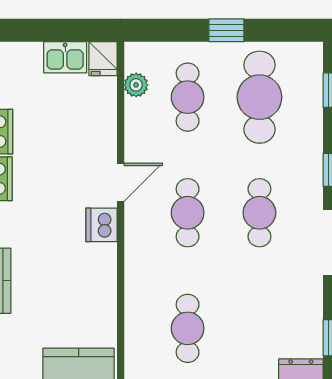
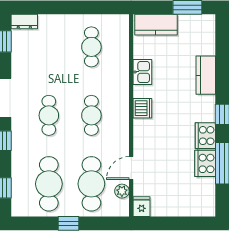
kitchen sink: (65, 57) -> (142, 72), moved, turned 90
cafe table: (188, 97) -> (91, 184), width x1.37, depth x1.35
door: (121, 182) -> (131, 168), moved

